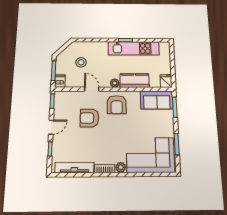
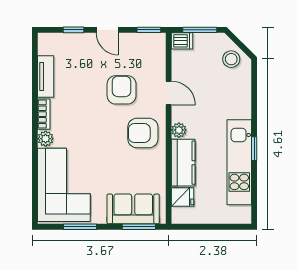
stool: (81, 62) -> (231, 59), moved
fridge: (166, 81) -> (182, 197), moved
door: (92, 89) -> (169, 93), hinge flipped
sofa: (157, 100) -> (133, 209), moved, turned 90
tv unit: (74, 168) -> (46, 77), width x0.71

